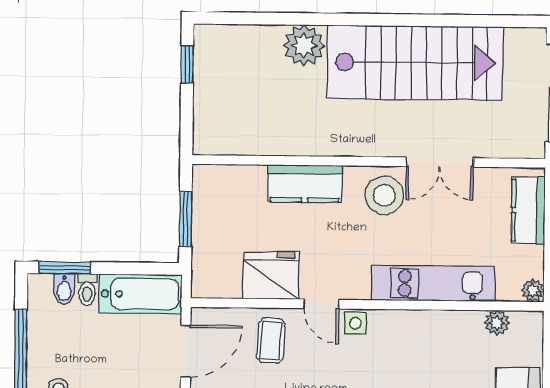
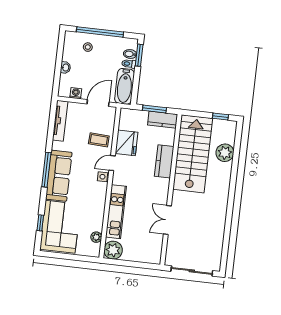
plant: (304, 46) -> (225, 153), moved
stairs: (415, 63) -> (193, 154), moved, turned 180
stool: (384, 195) -> (156, 195), removed
kitchen counter: (528, 210) -> (163, 120), moved, turned 180
plant: (533, 291) -> (113, 250), width x1.88, depth x1.88
door: (186, 351) -> (98, 103), swing flipped

